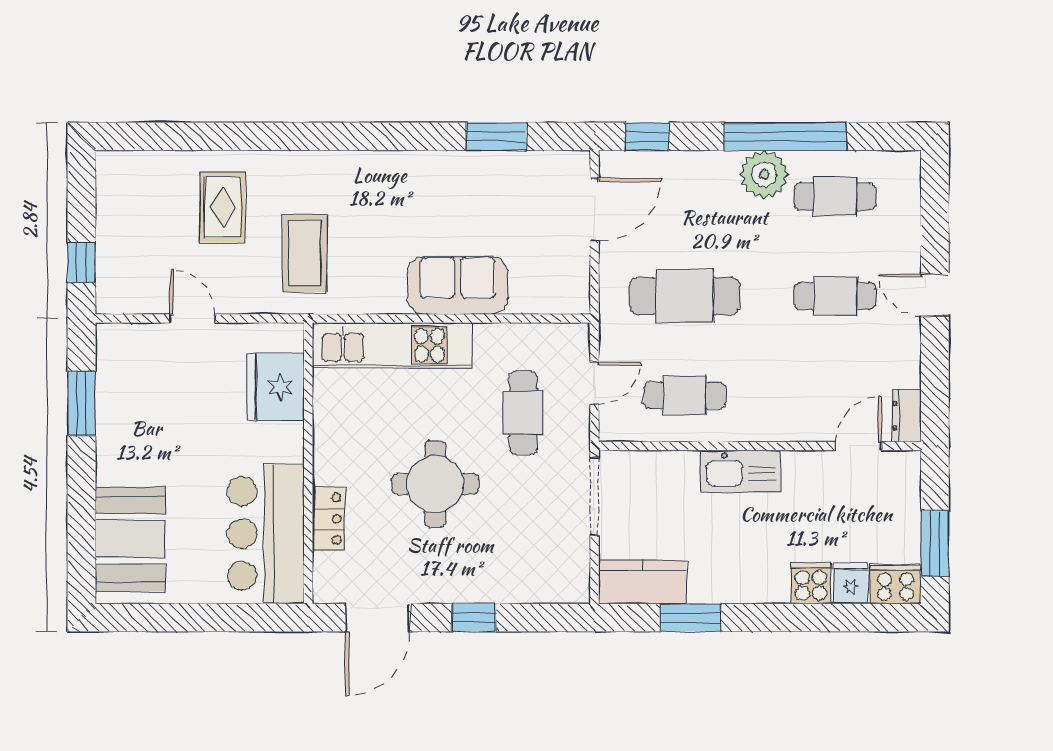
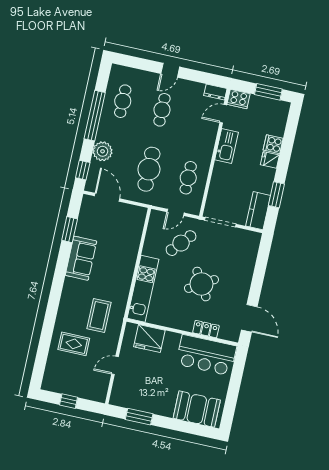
plant: (764, 174) -> (103, 151), moved
coffee table: (305, 253) -> (99, 315), turned 90
window: (81, 263) -> (69, 401), moved
sofa: (458, 285) -> (81, 258), moved, turned 180
door: (594, 383) -> (176, 212), swing flipped
cafe table: (523, 413) -> (181, 243), turned -49
door: (858, 446) -> (223, 114), hinge flipped
kitchen sink: (740, 471) -> (226, 146), moved
round table: (435, 484) -> (201, 284), turned -31
fridge: (851, 583) -> (270, 160), moved
cooker: (896, 584) -> (239, 99), moved, turned -90
window: (474, 618) -> (258, 280), removed

